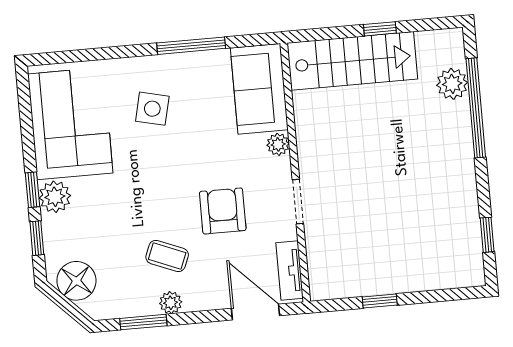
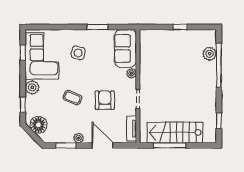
window: (191, 46) -> (97, 27), width x0.69
stairs: (352, 61) -> (175, 133), moved, turned 180
window: (32, 190) -> (23, 53), moved
coffee table: (167, 256) -> (72, 98), moved
window: (380, 301) -> (170, 145), width x2.17
door: (255, 312) -> (103, 145), moved

